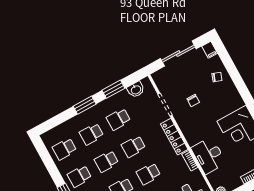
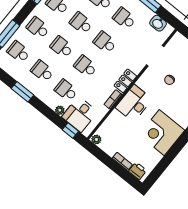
locker: (174, 137) -> (125, 81), width x0.66
desk: (209, 156) -> (134, 103), moved

